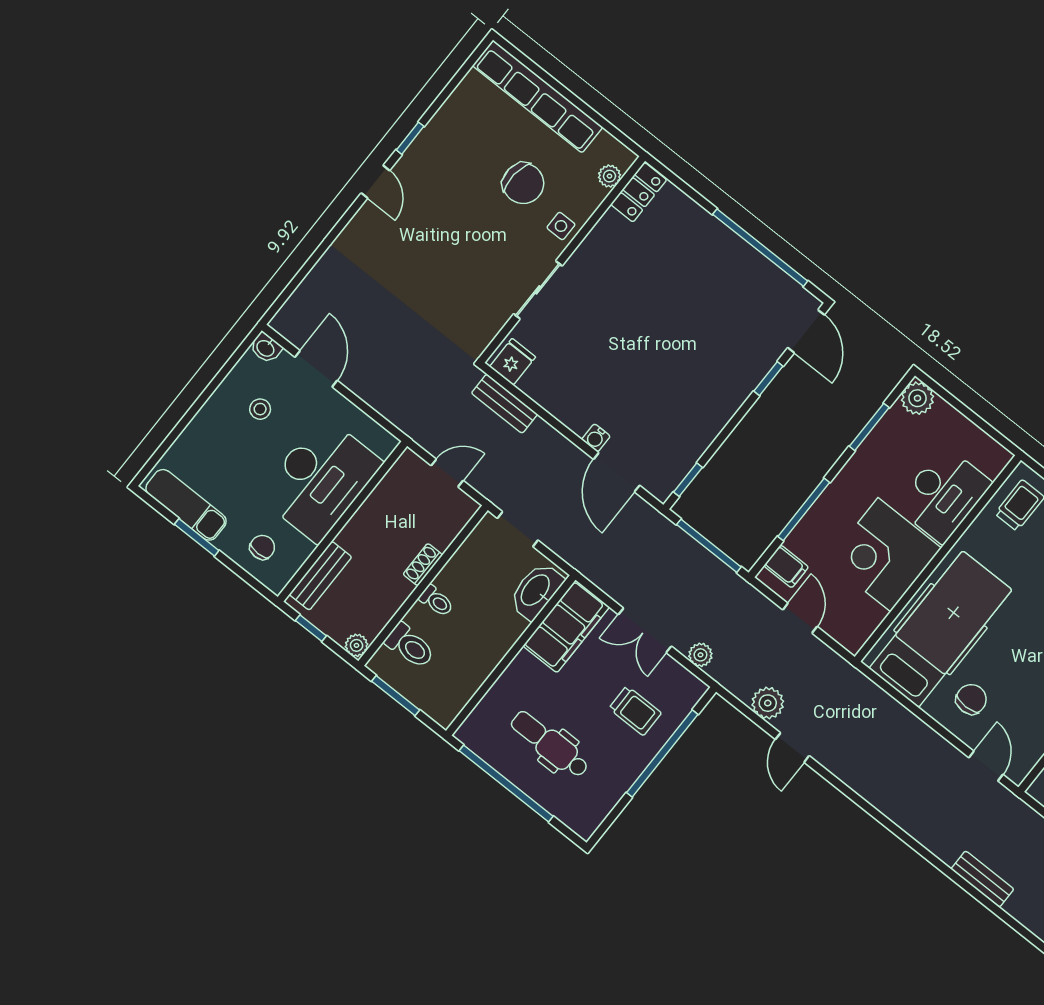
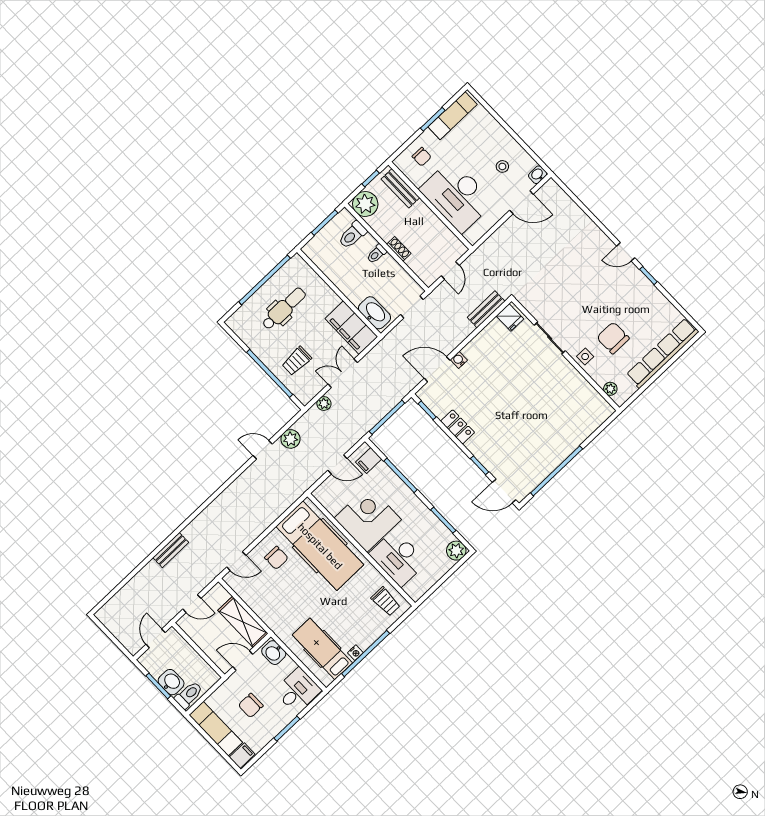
chair: (523, 183) -> (613, 338), turned 85
locker: (639, 192) -> (458, 427), moved, turned 180
plant: (356, 645) -> (365, 204), width x1.88, depth x1.88

